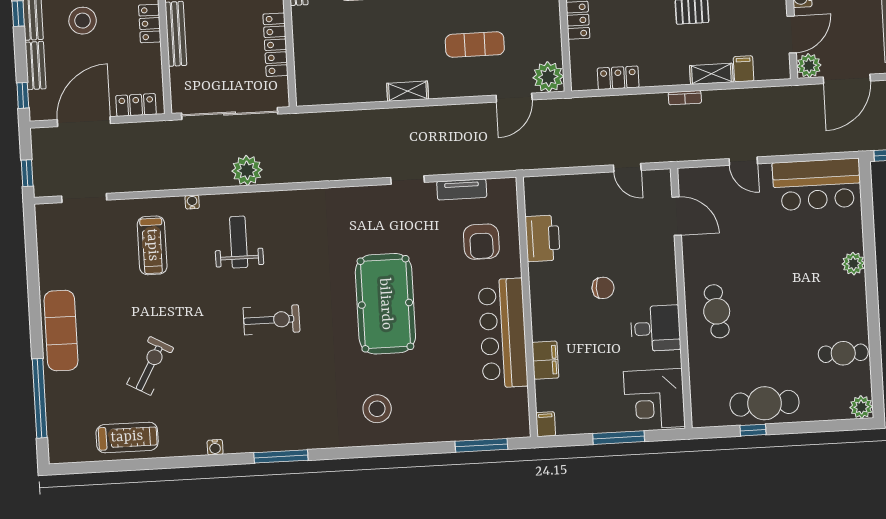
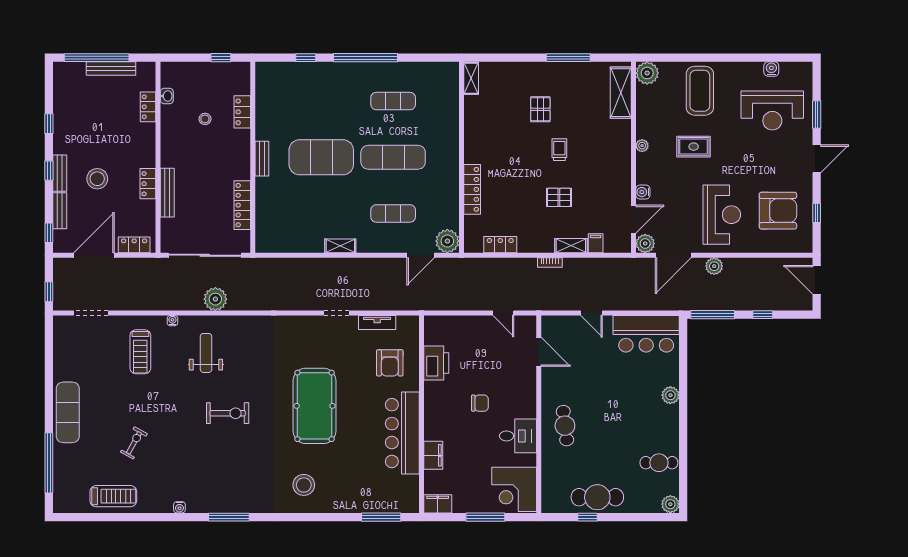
exercise bike: (150, 366) -> (134, 443), width x0.73, depth x0.72
filing cabinet: (546, 424) -> (438, 504), width x2.00

